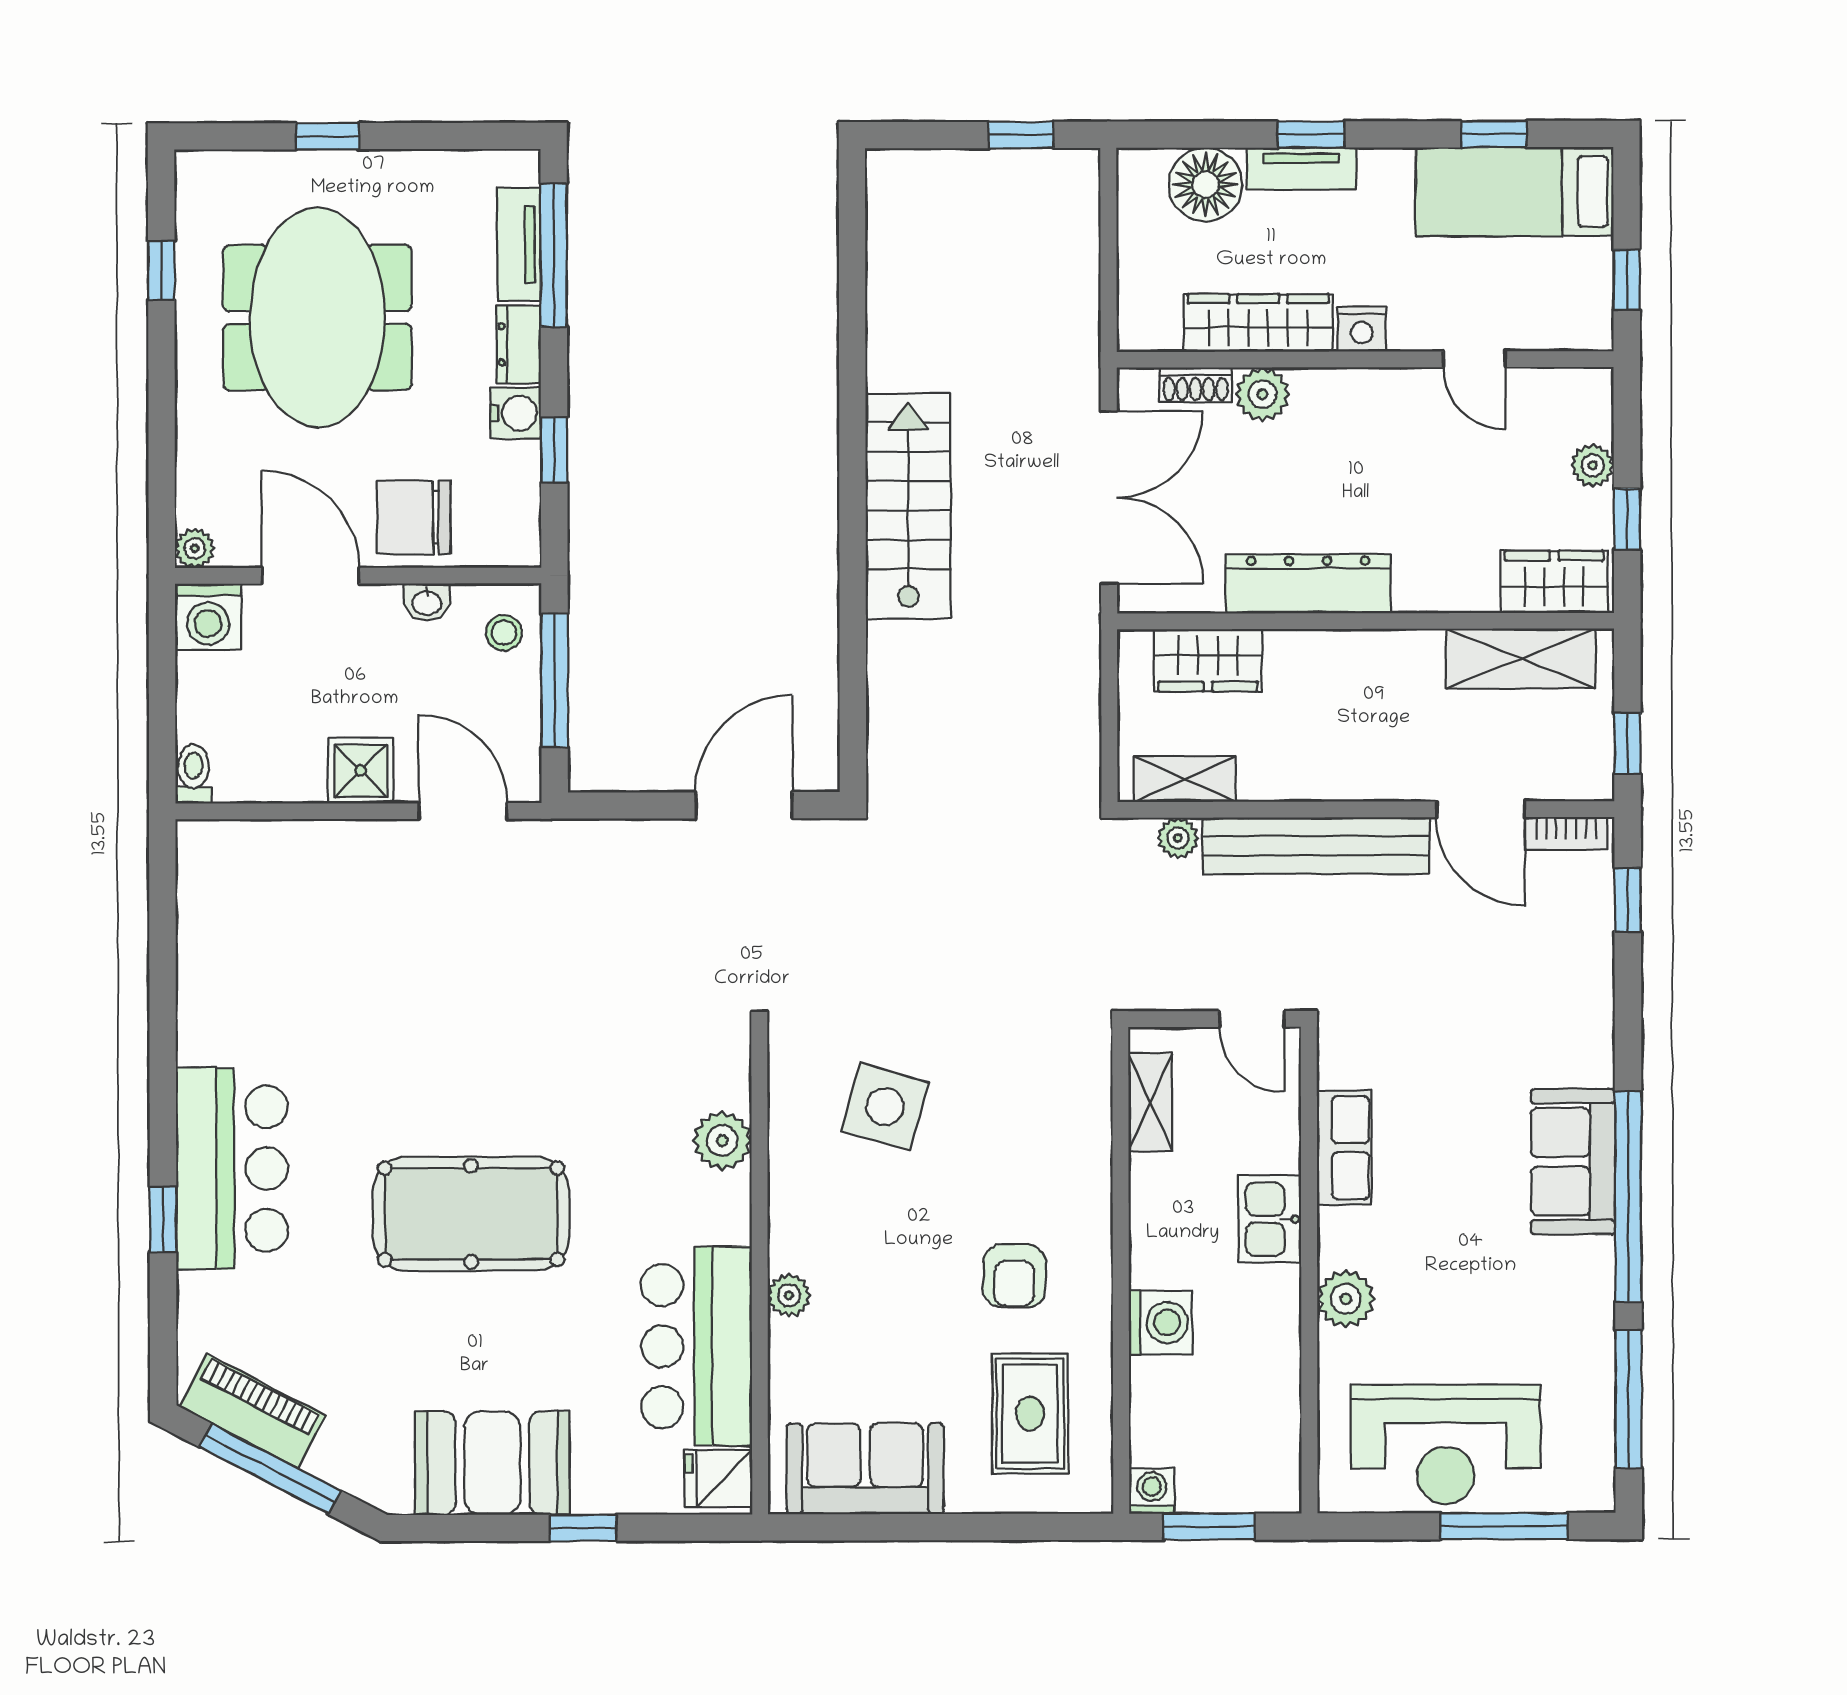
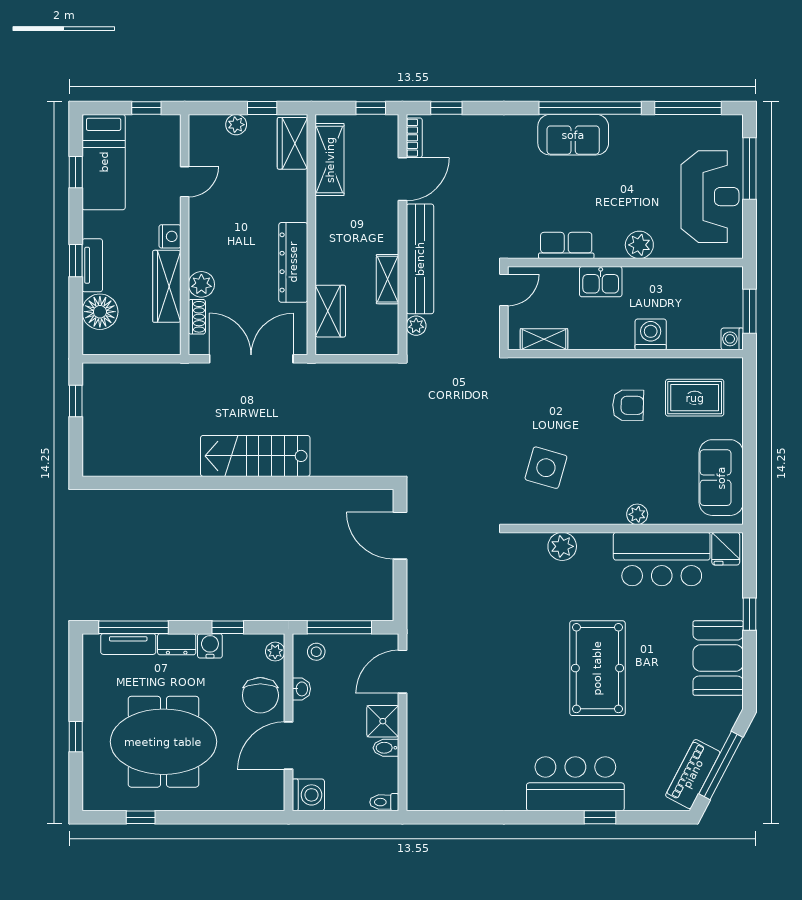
plant: (195, 548) -> (275, 652), moved
bidet: (306, 777) -> (386, 748), added
shelving: (1185, 779) -> (388, 279), moved

